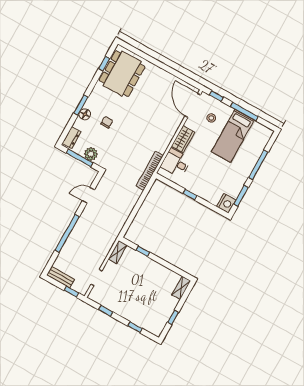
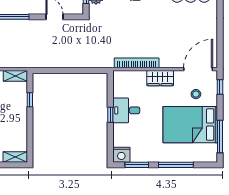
window: (244, 112) -> (220, 137), moved
bed: (233, 136) -> (190, 125), width x1.50
desk: (176, 163) -> (126, 110), moved, turned -90
bookcase: (150, 171) -> (137, 63), moved

